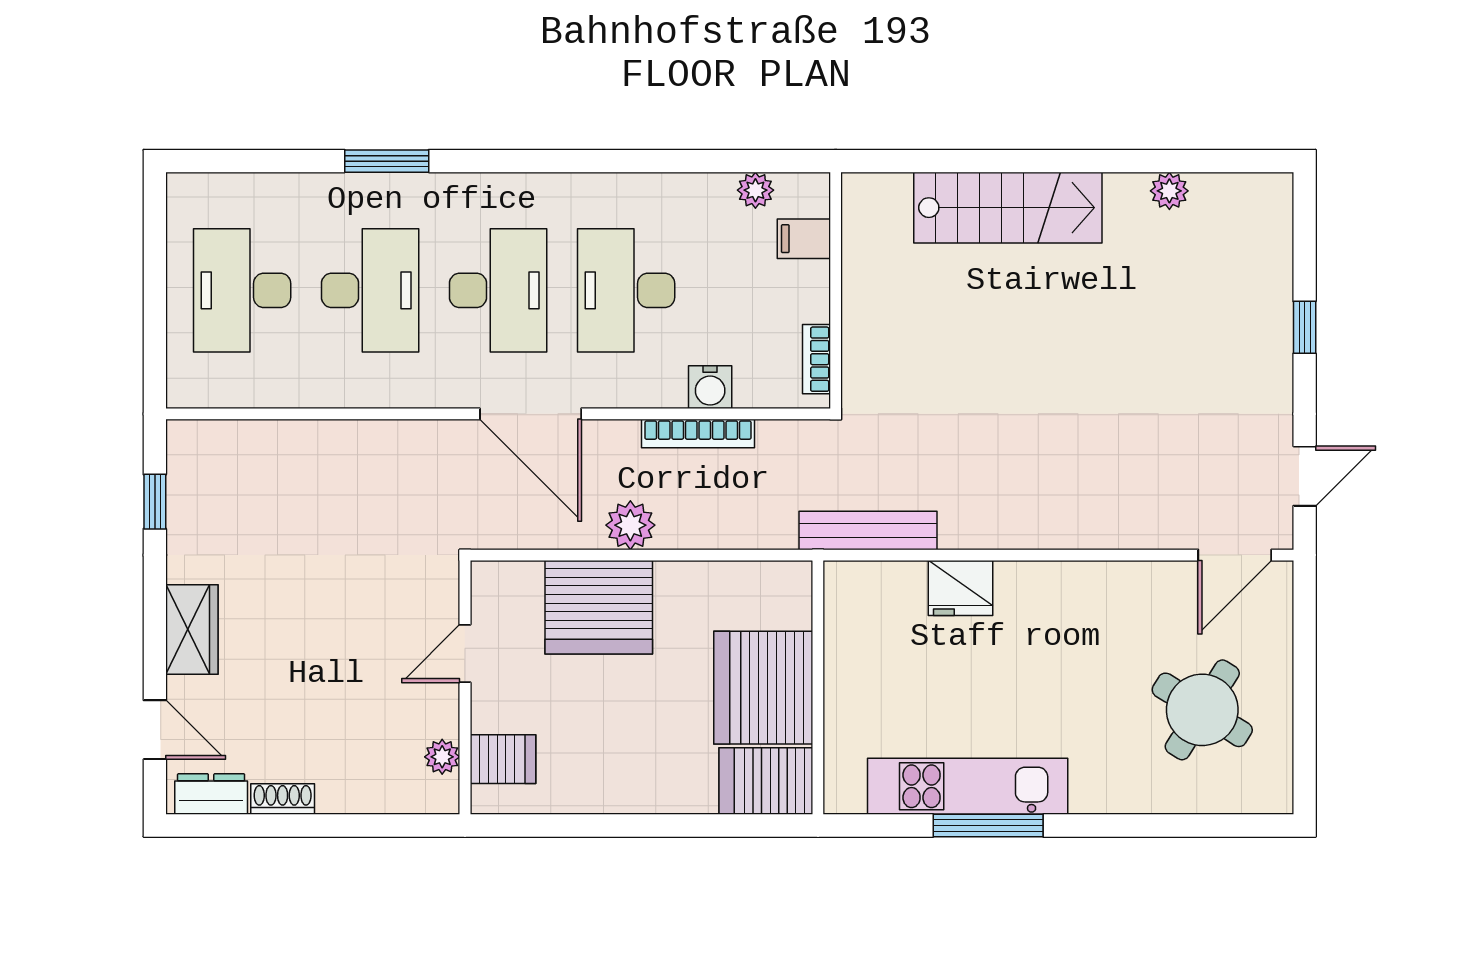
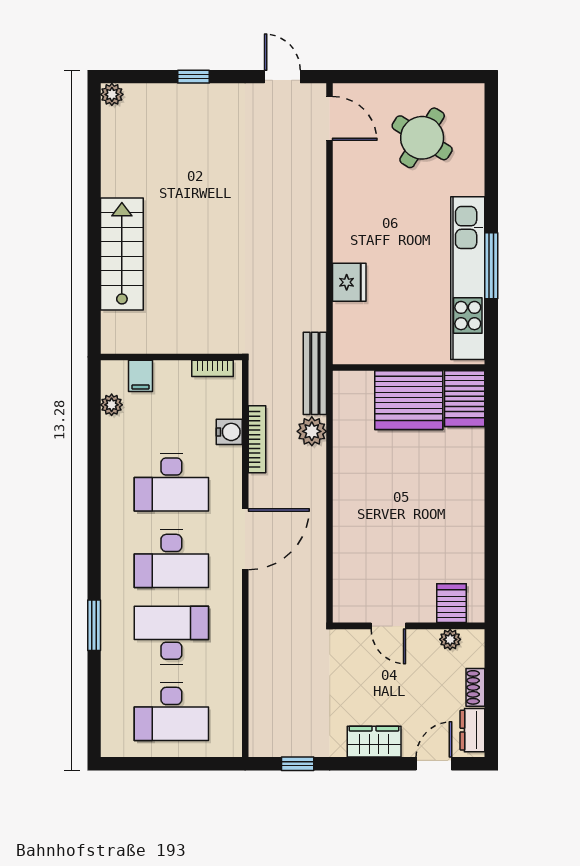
plant: (1169, 191) -> (112, 94), moved
desk: (498, 290) -> (171, 559), turned 180
plant: (630, 525) -> (312, 431), moved
bench: (868, 530) -> (315, 373), moved
server rack: (599, 607) -> (361, 498), removed
door: (465, 653) -> (388, 626), moved
wall: (465, 687) -> (409, 626), moved
plant: (442, 757) -> (450, 639), moved
server rack: (503, 759) -> (452, 603), moved
kitchen unit: (968, 786) -> (468, 278), width x1.36

